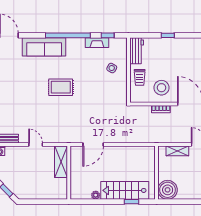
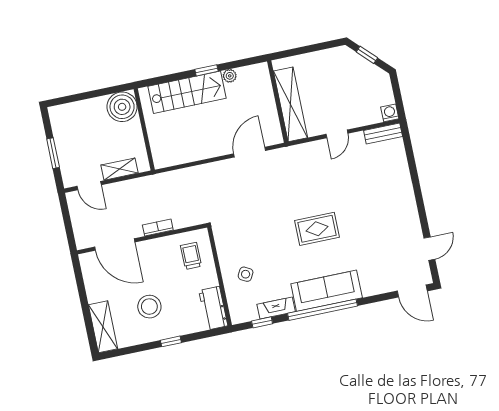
sofa: (44, 47) -> (327, 291), moved
trolley: (140, 77) -> (191, 256), moved
stool: (161, 88) -> (149, 307), moved
door: (36, 144) -> (337, 134), hinge flipped
shelving: (61, 162) -> (291, 104), width x1.47
window: (132, 202) -> (207, 70), moved

